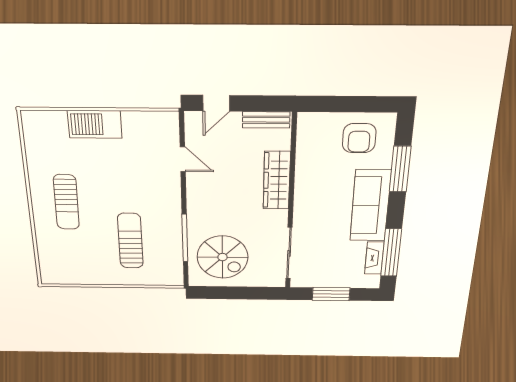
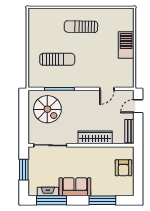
door: (216, 103) -> (138, 106), hinge flipped
armchair: (359, 138) -> (123, 168), moved, turned -90
sofa: (370, 206) -> (75, 187), width x0.73
spiral stairs: (223, 257) -> (47, 109), turned -90

